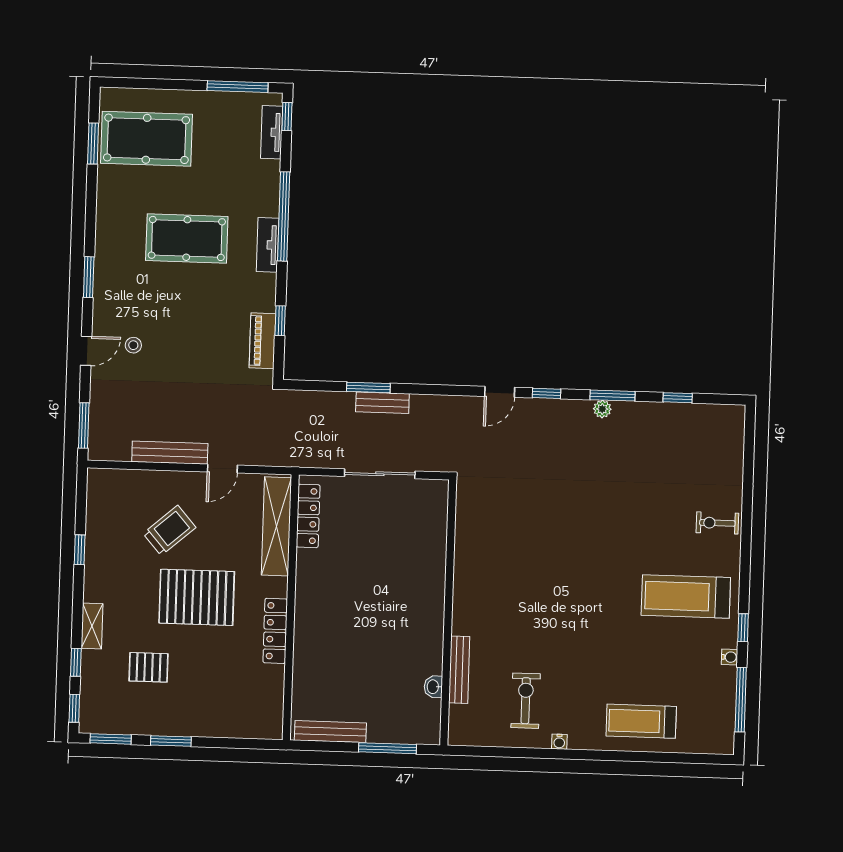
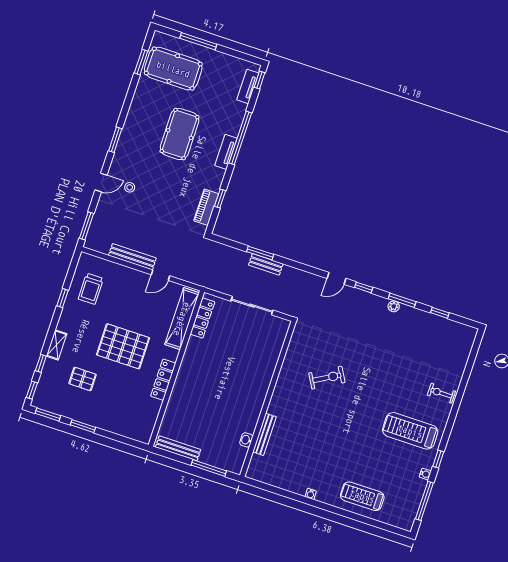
window: (238, 87) -> (198, 41), moved
pool table: (187, 238) -> (180, 134), turned 90
trolley: (169, 530) -> (91, 289), moved, turned 131
exercise bike: (526, 701) -> (327, 378), moved, turned 60

